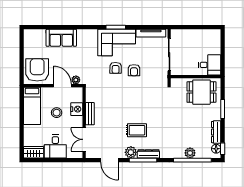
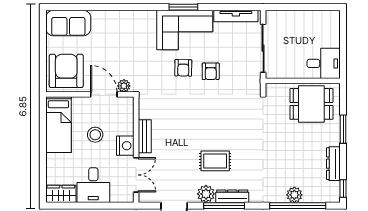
sofa: (61, 38) -> (68, 23), moved
nightstand: (77, 109) -> (125, 146), moved
double door: (84, 139) -> (136, 175), swing flipped
floor lamp: (216, 149) -> (333, 189), removed

